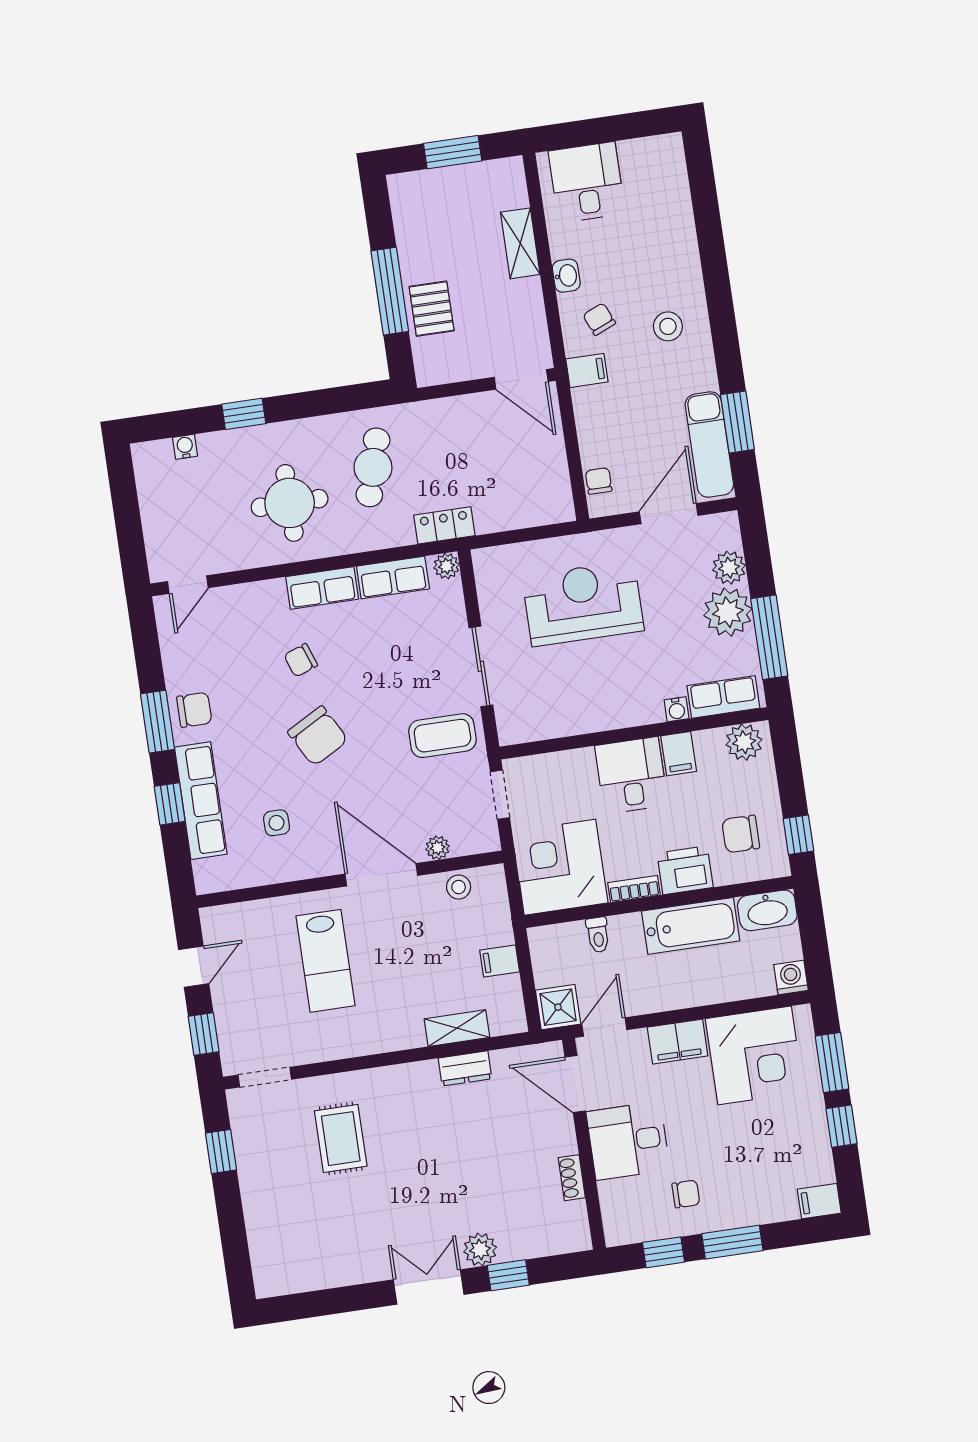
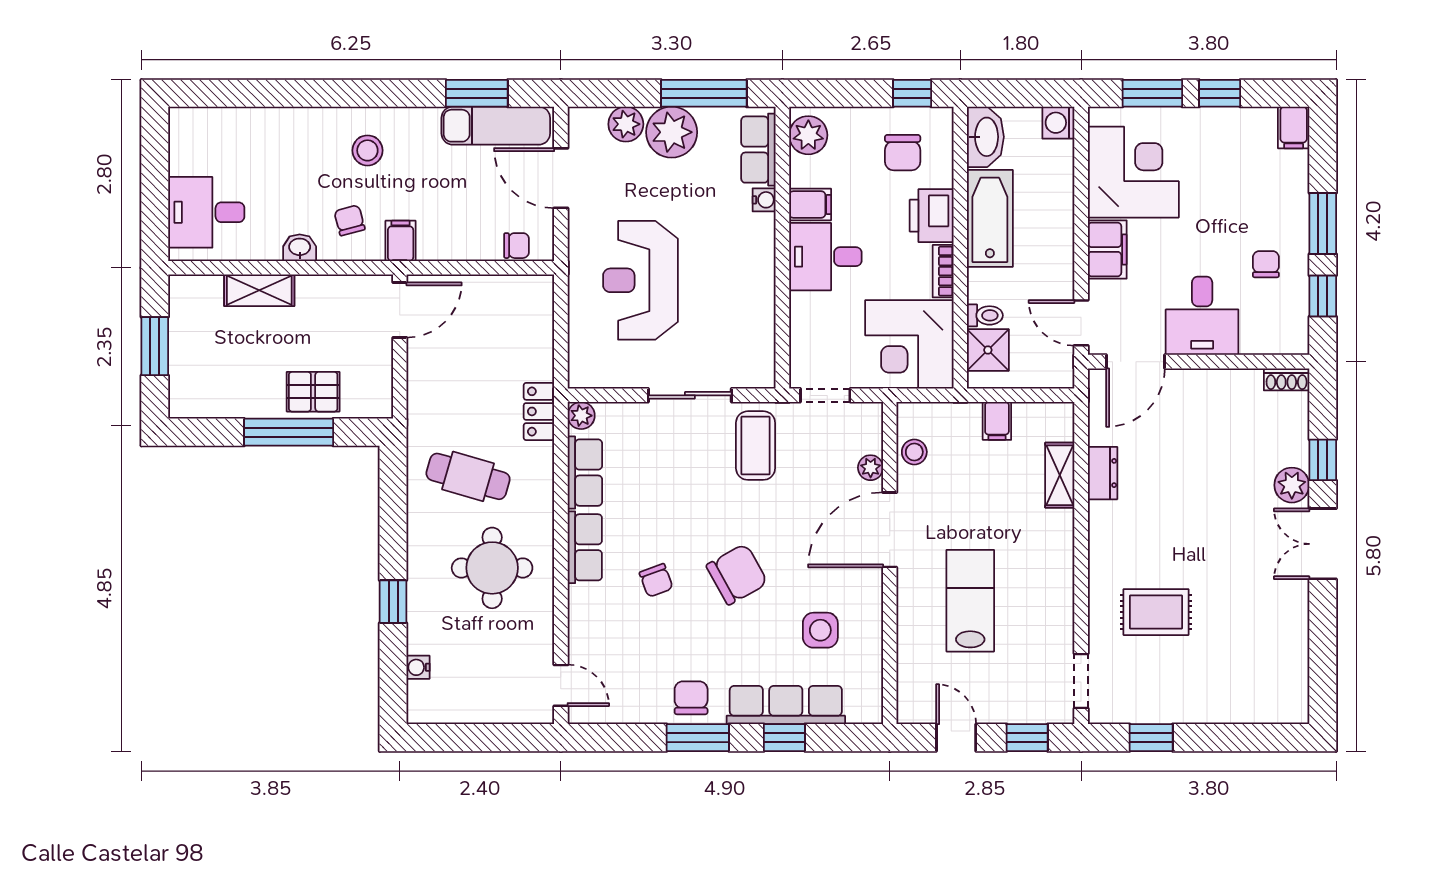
chair: (599, 319) -> (350, 220), turned 98
chair: (599, 481) -> (516, 246), turned 180
side table: (276, 823) -> (820, 630), width x1.37, depth x1.37
lab bench: (325, 961) -> (970, 601), turned -90
shower: (558, 1007) -> (988, 350), moved
shoe rack: (572, 1178) -> (1287, 379), moved

